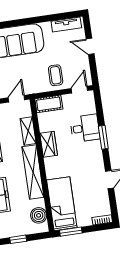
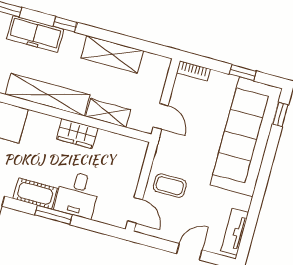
cot: (49, 104) -> (35, 193), moved, turned 90

